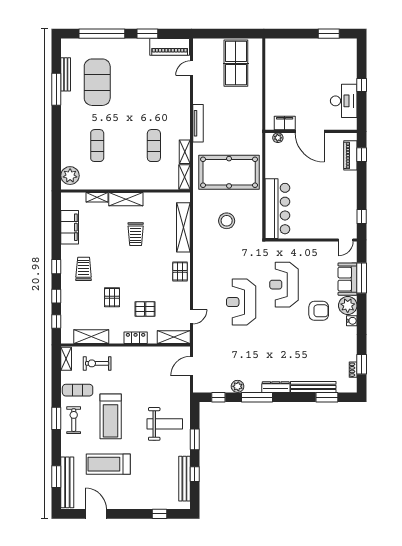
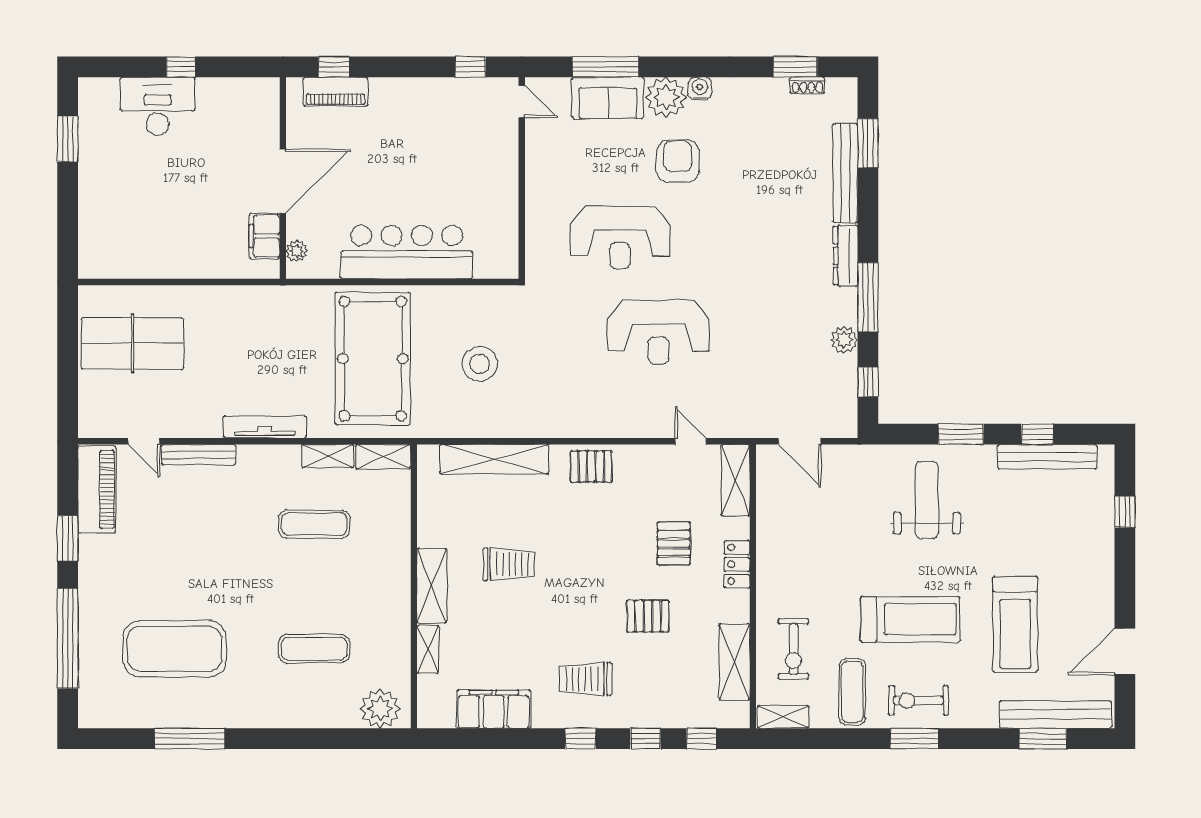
bench: (66, 74) -> (199, 455), moved
desk: (344, 101) -> (157, 106), moved
bar counter: (277, 209) -> (407, 252), moved

